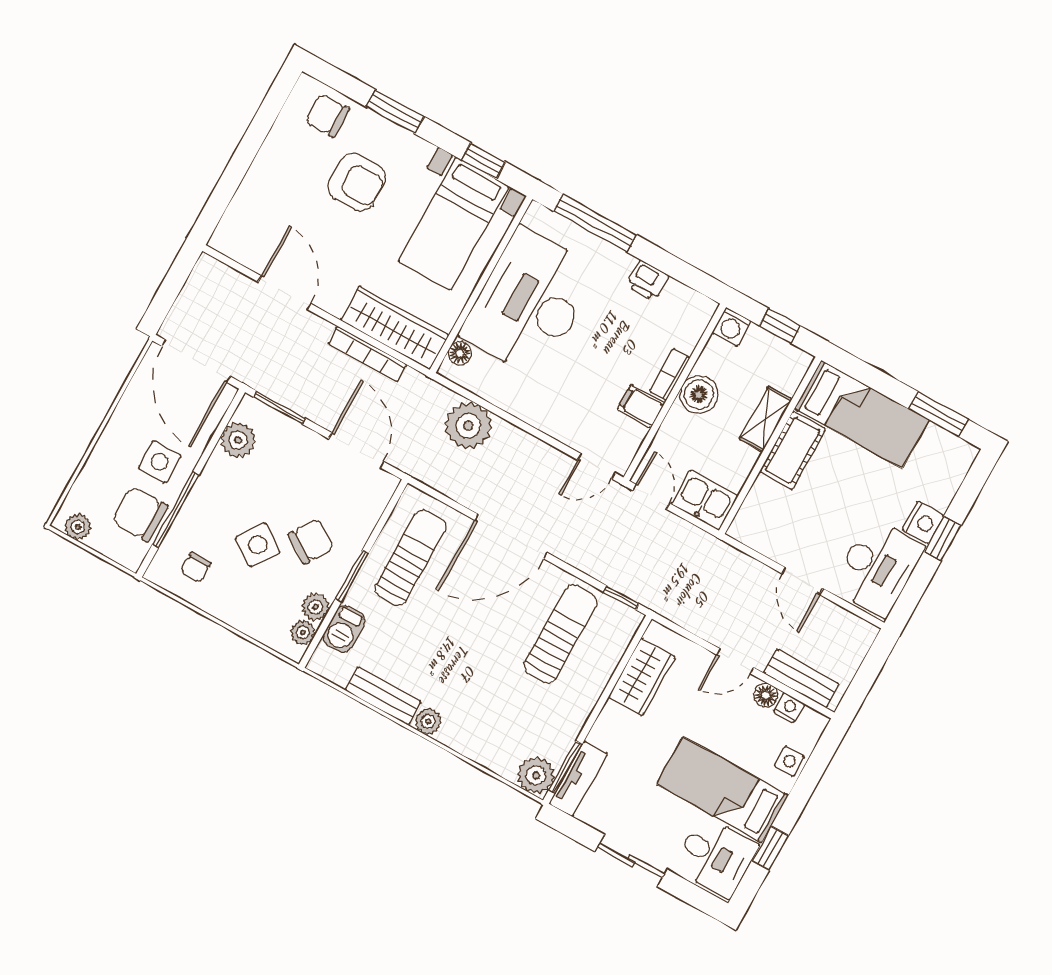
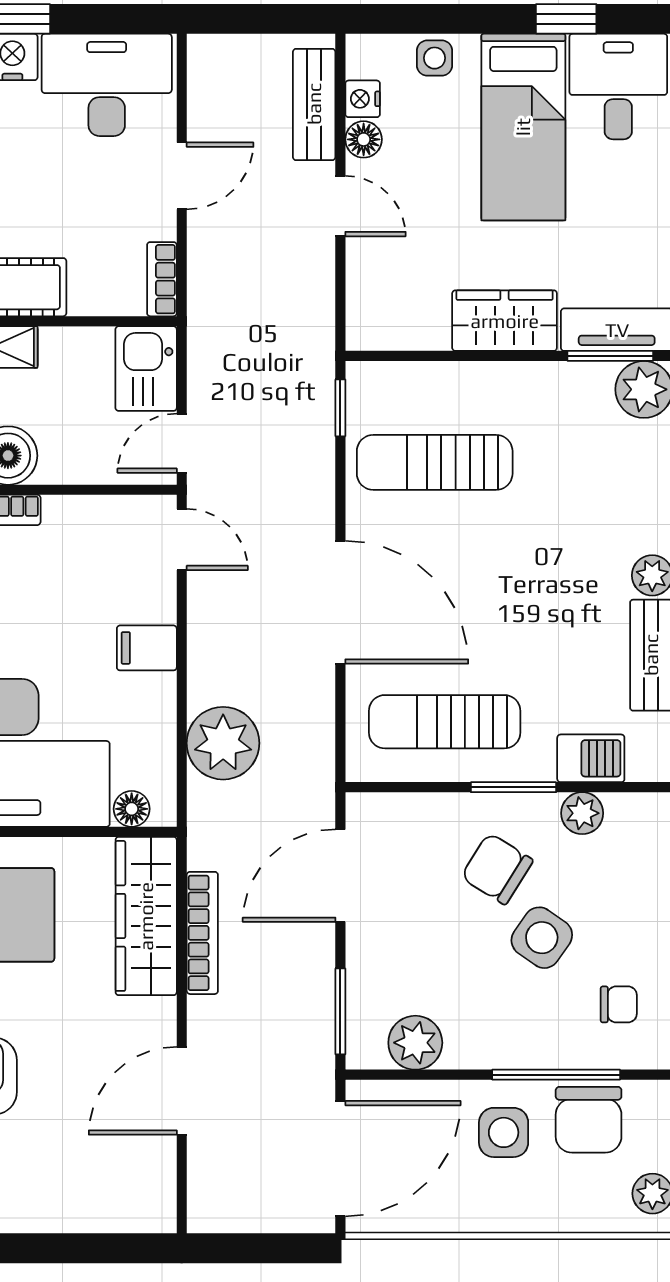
filing cabinet: (641, 406) -> (147, 648), moved, turned 90
bookcase: (750, 537) -> (162, 279), added
plant: (303, 632) -> (626, 811), removed
wardrobe: (642, 677) -> (505, 321), moved

